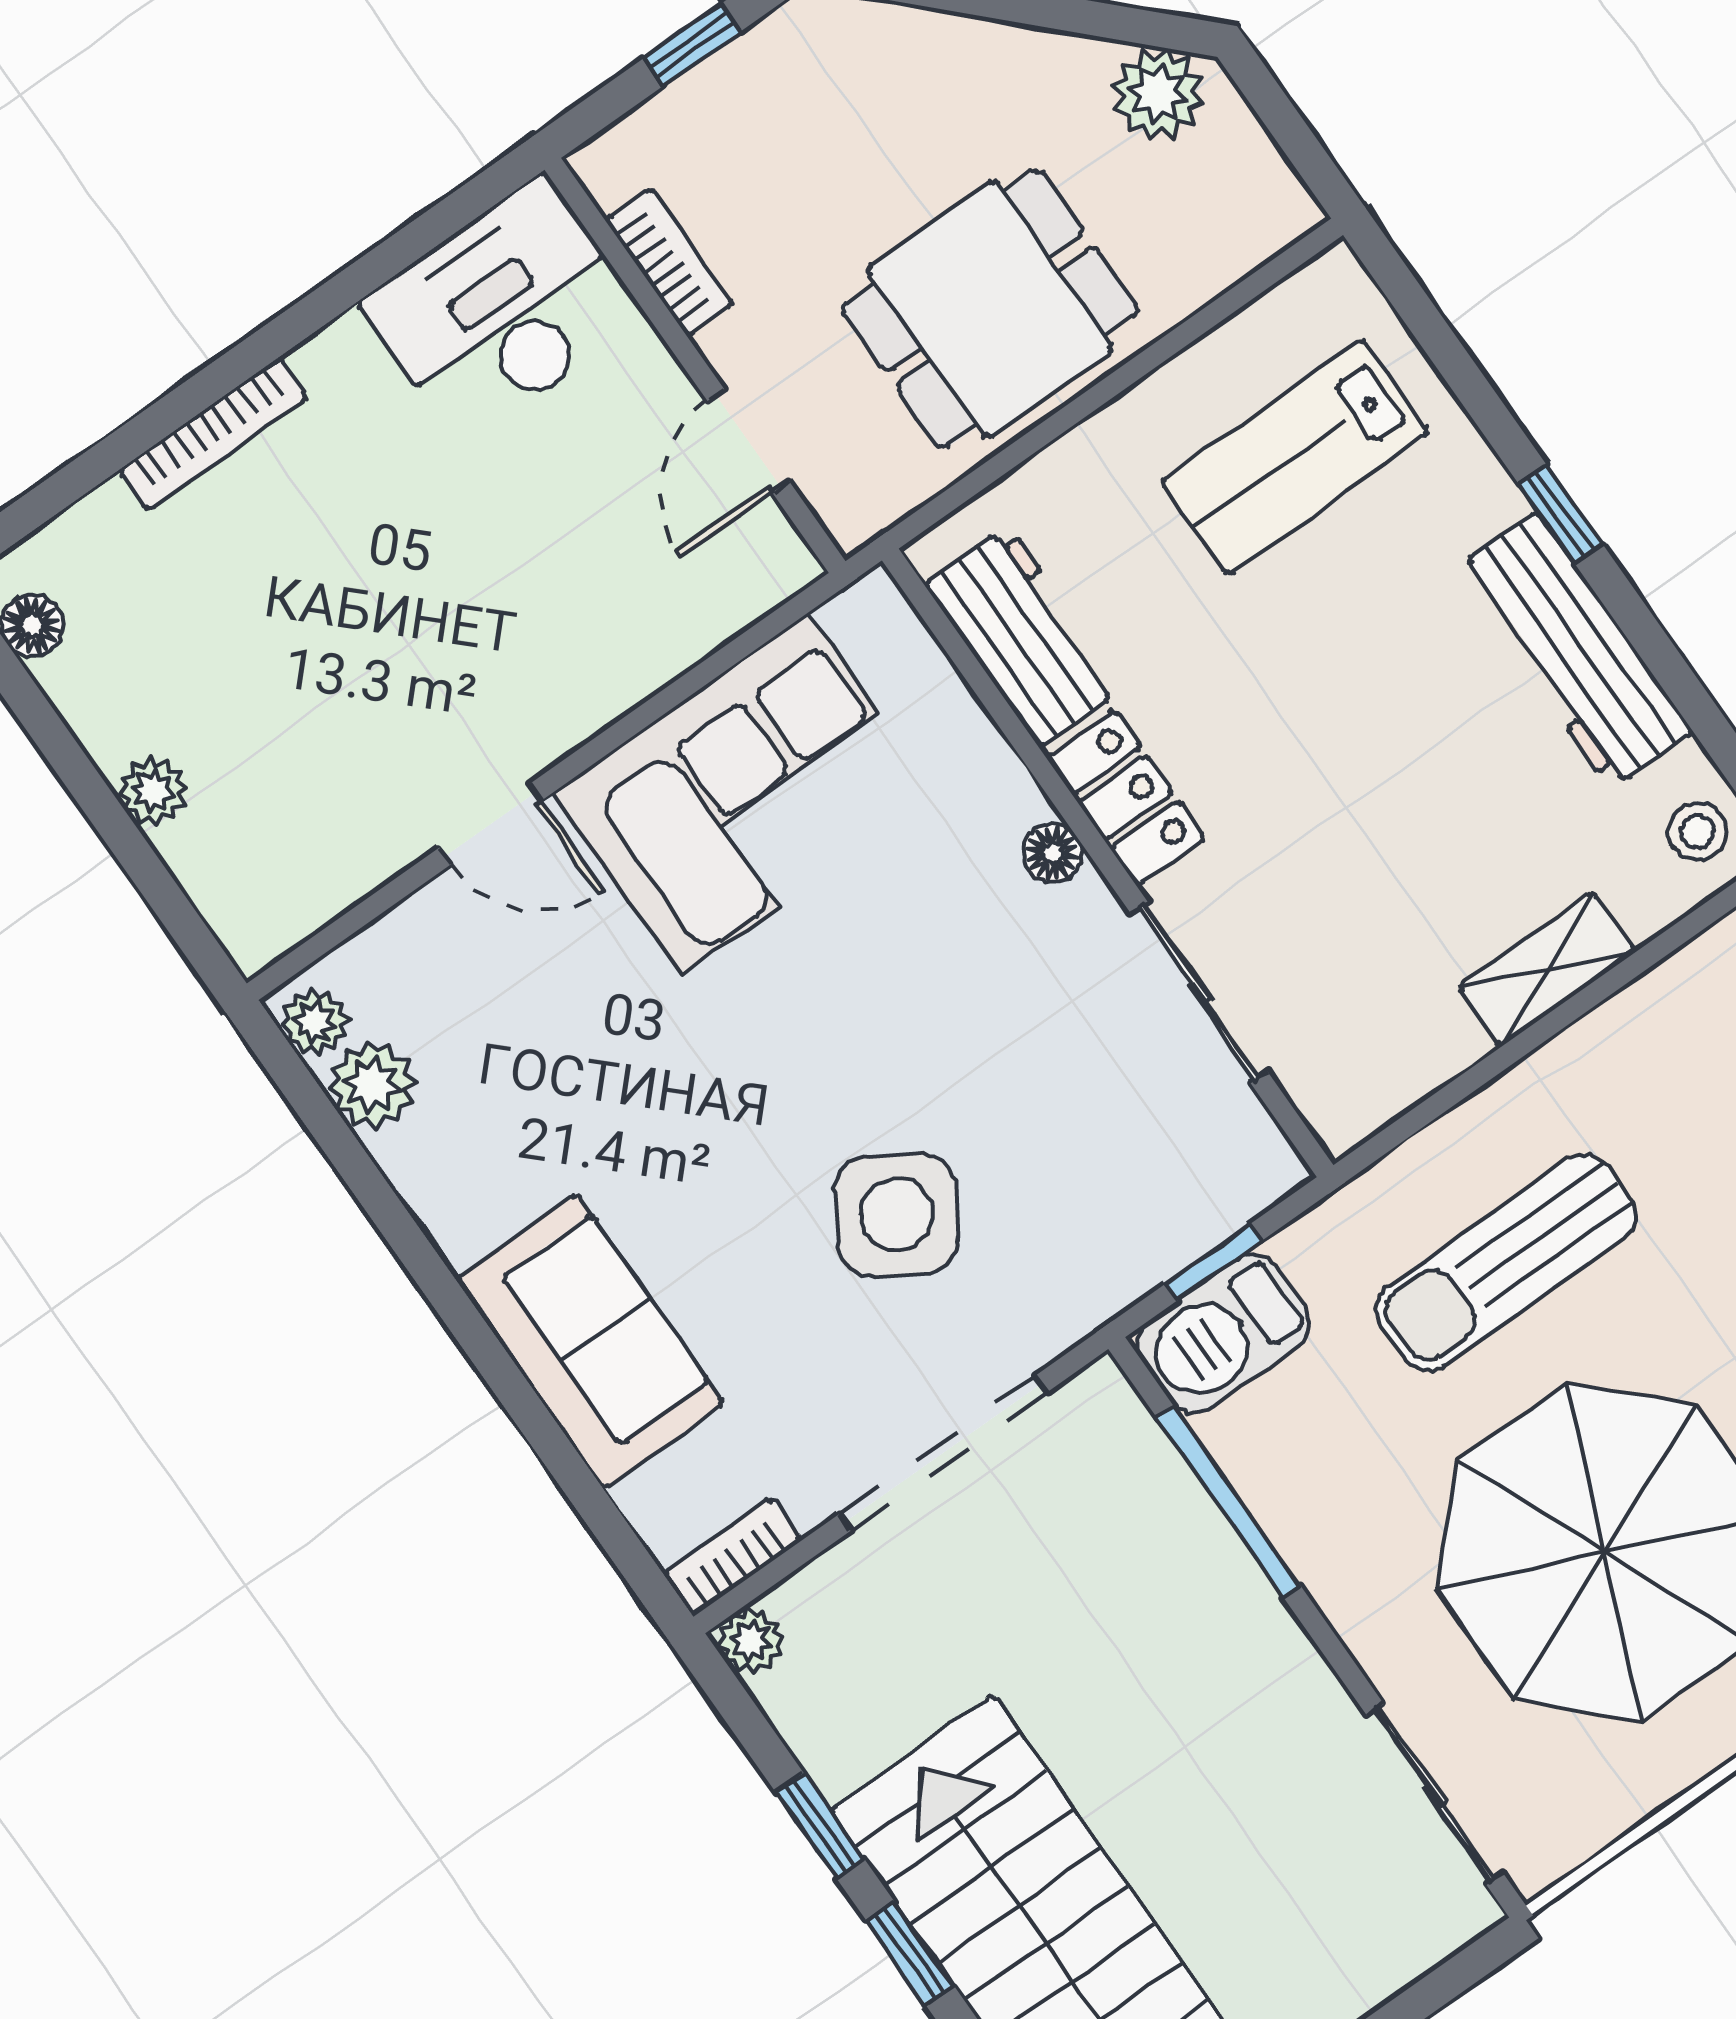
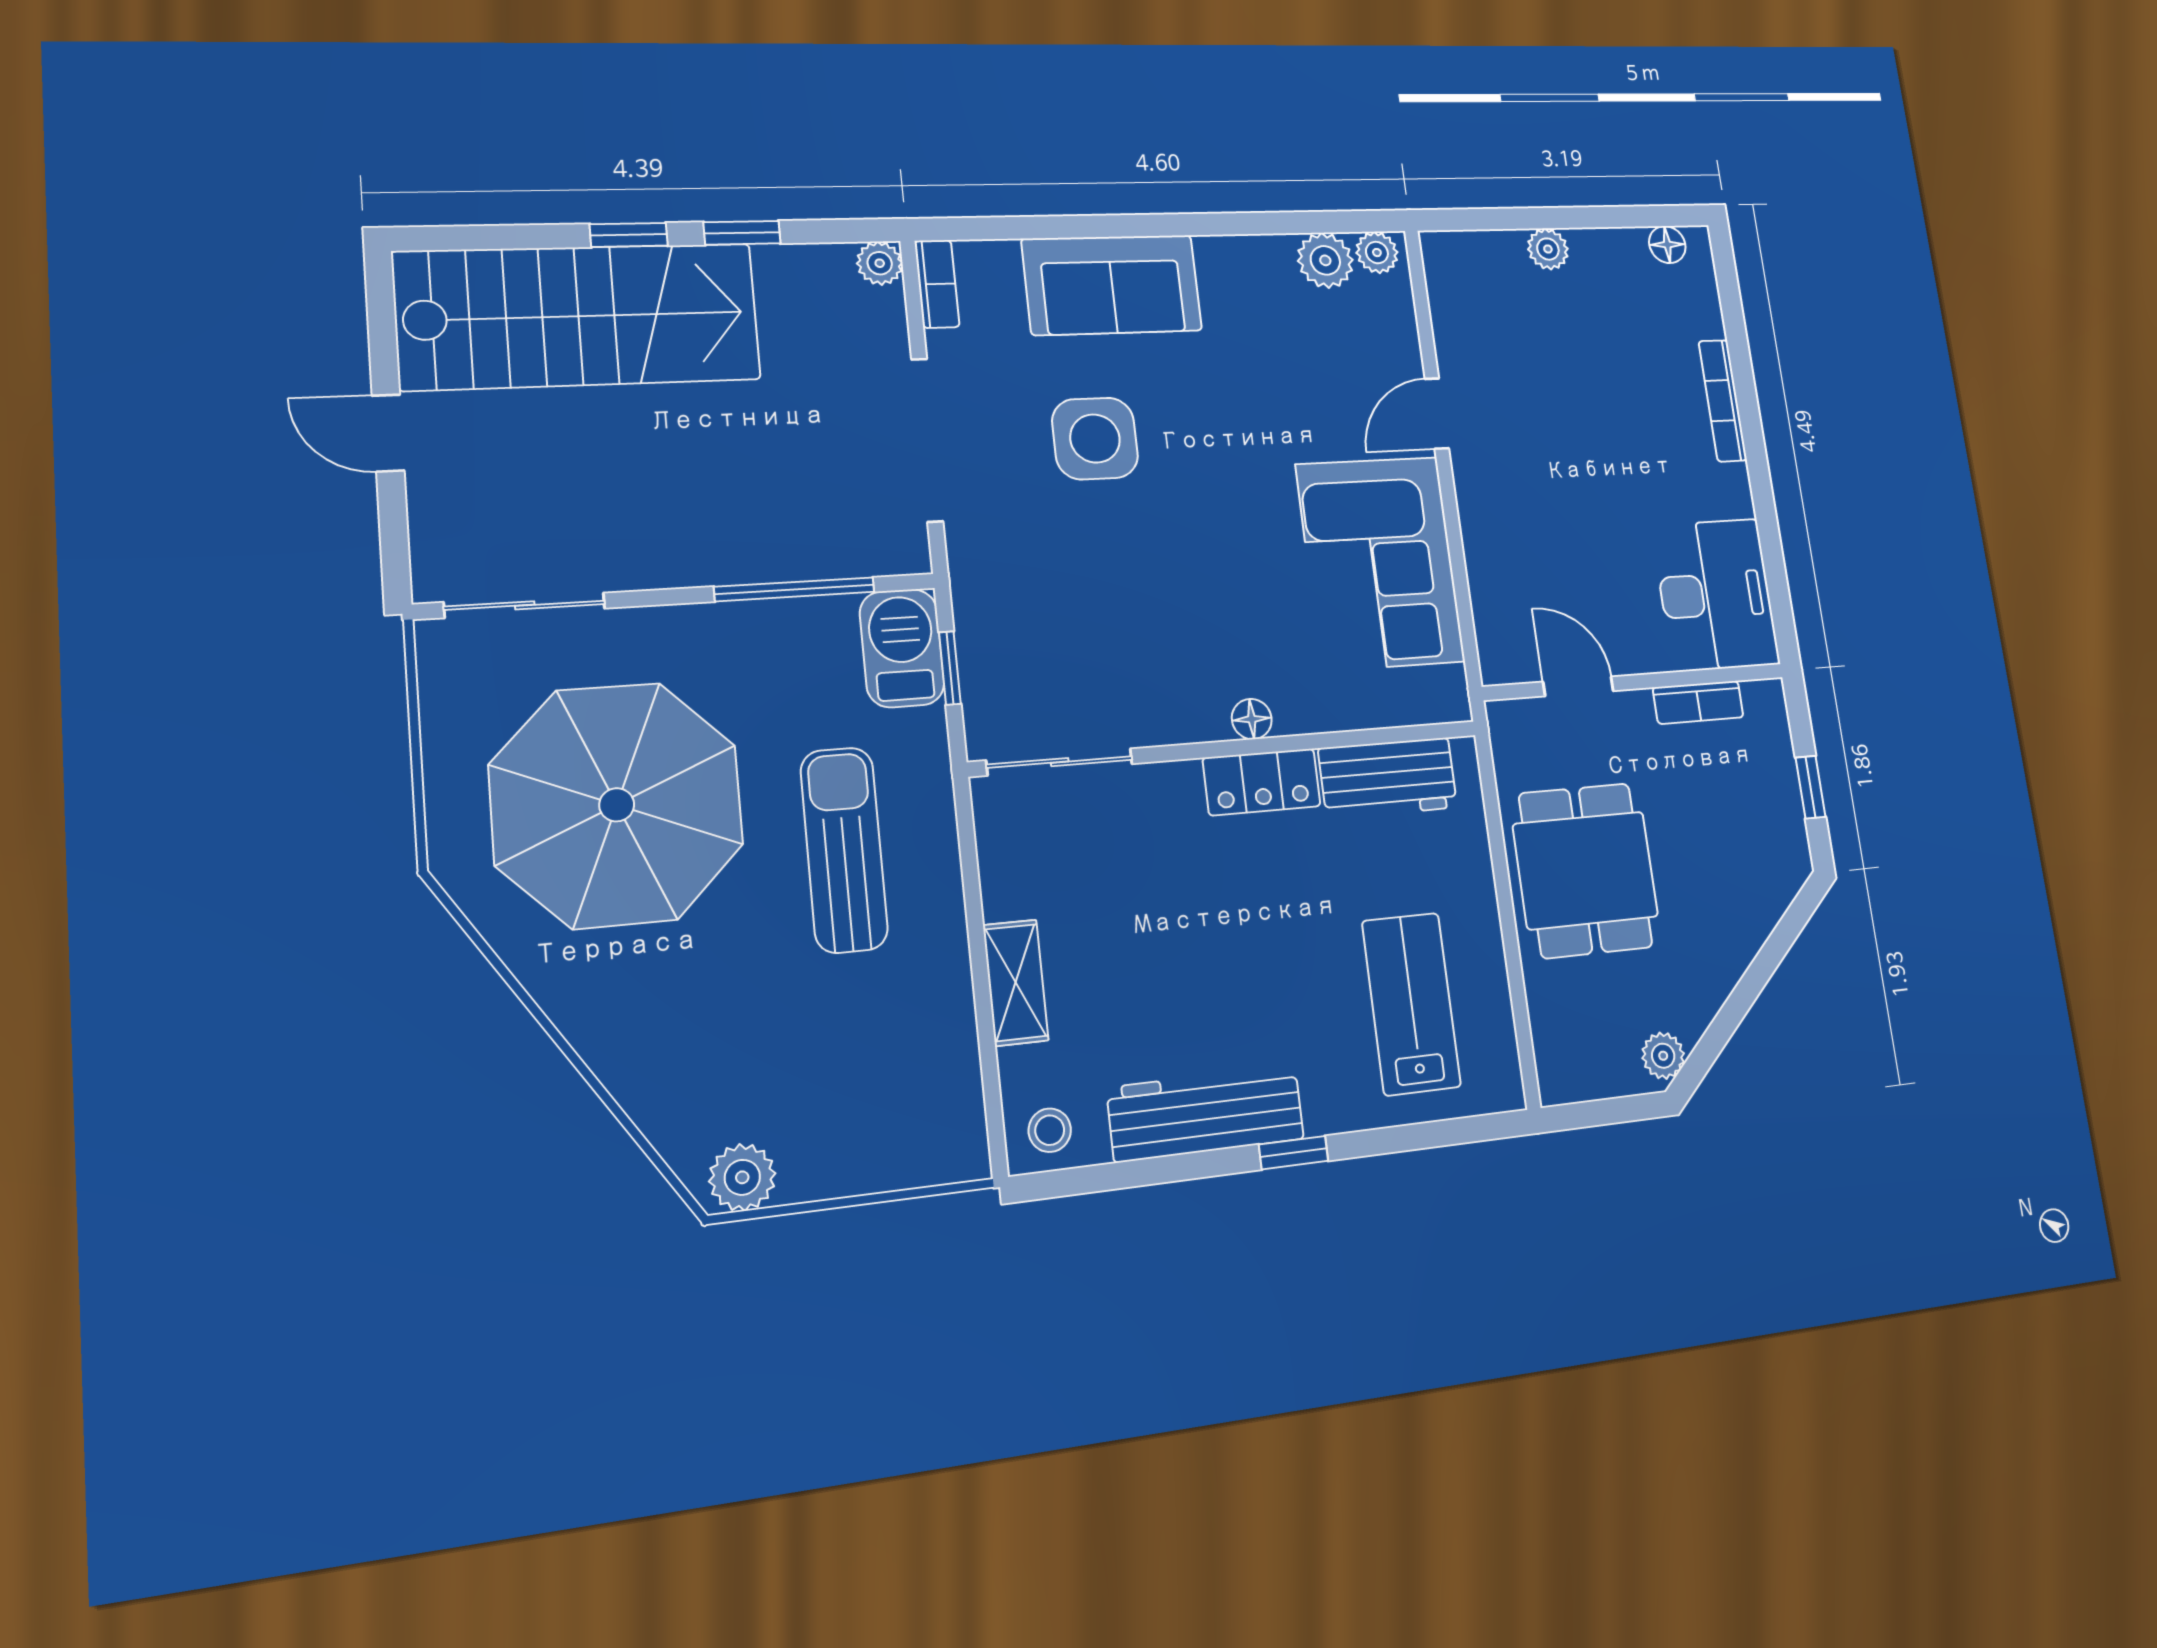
plant: (1158, 94) -> (1663, 1056), width x0.73, depth x0.73
sliding door: (1199, 993) -> (1060, 762), moved
side table: (897, 1215) -> (1095, 439), moved, turned -32

